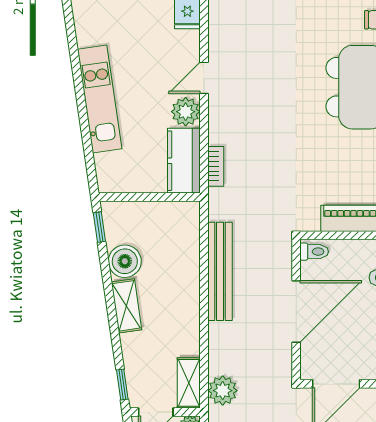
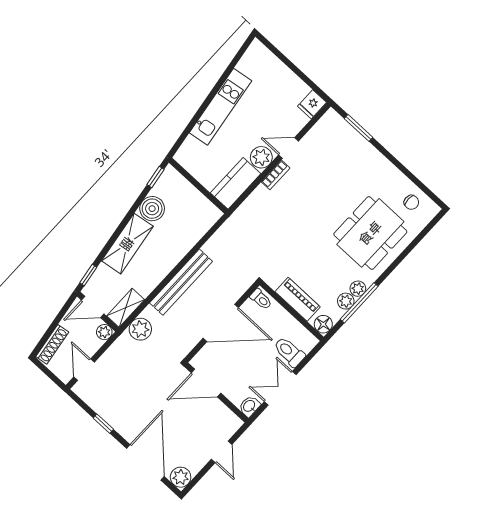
bookcase: (216, 166) -> (276, 175), moved
bench: (220, 271) -> (181, 282), moved
shelving: (126, 306) -> (127, 244), width x1.50, depth x1.33

